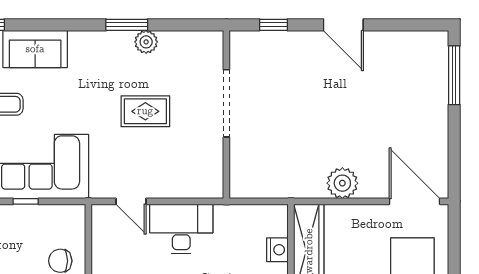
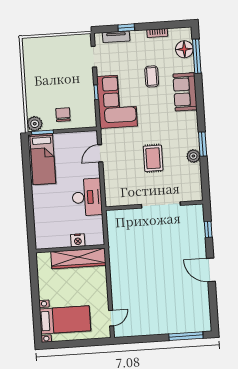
door: (343, 25) -> (211, 270), hinge flipped
plant: (342, 183) -> (119, 275), removed
door: (415, 201) -> (111, 318), width x0.53
desk: (181, 229) -> (87, 197), moved

